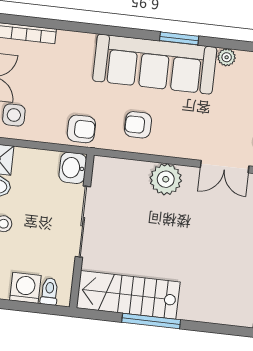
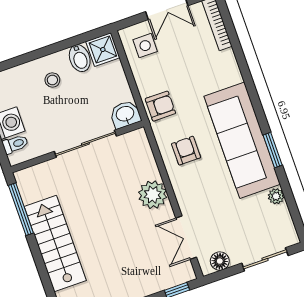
armchair: (81, 129) -> (160, 106), turned -90
stairs: (128, 295) -> (55, 243), moved
window: (151, 321) -> (21, 209), moved

